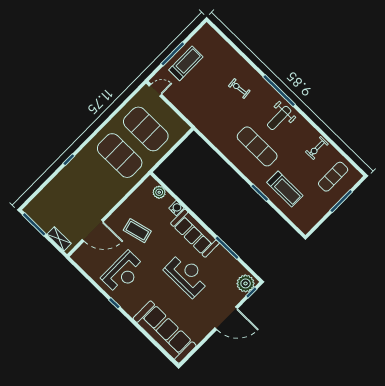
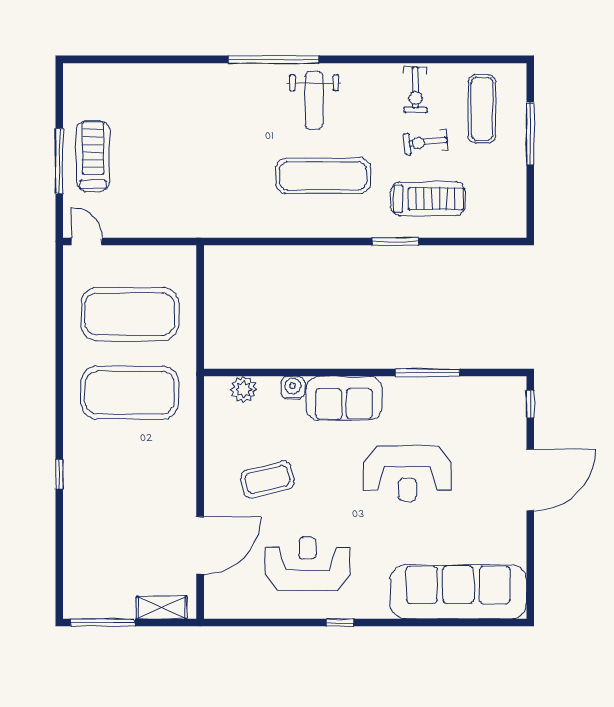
exercise bike: (239, 88) -> (426, 142), moved
door: (155, 90) -> (87, 241), hinge flipped
sofa: (195, 233) -> (344, 398), width x0.73
reception desk: (123, 272) -> (308, 564), turned -90
reception desk: (187, 275) -> (407, 473), turned 180
plant: (246, 283) -> (508, 399), removed

